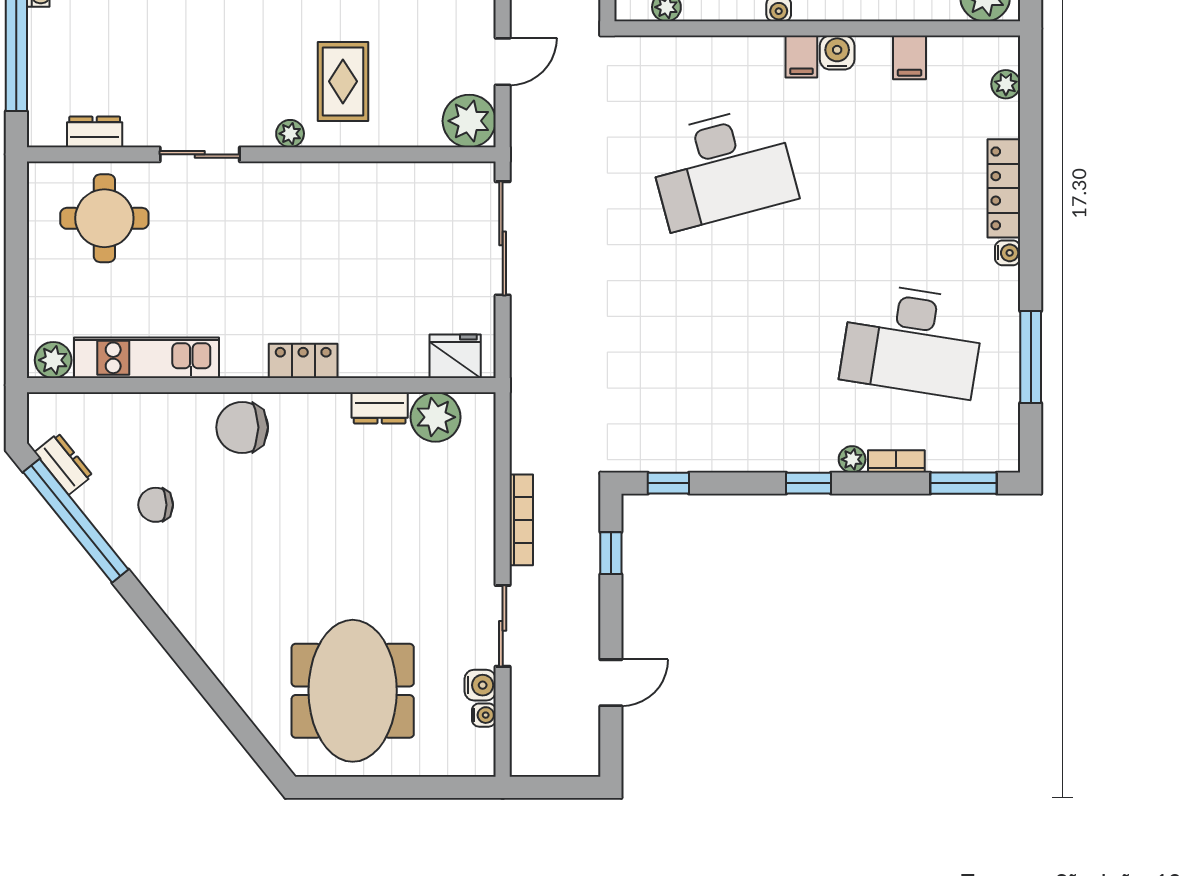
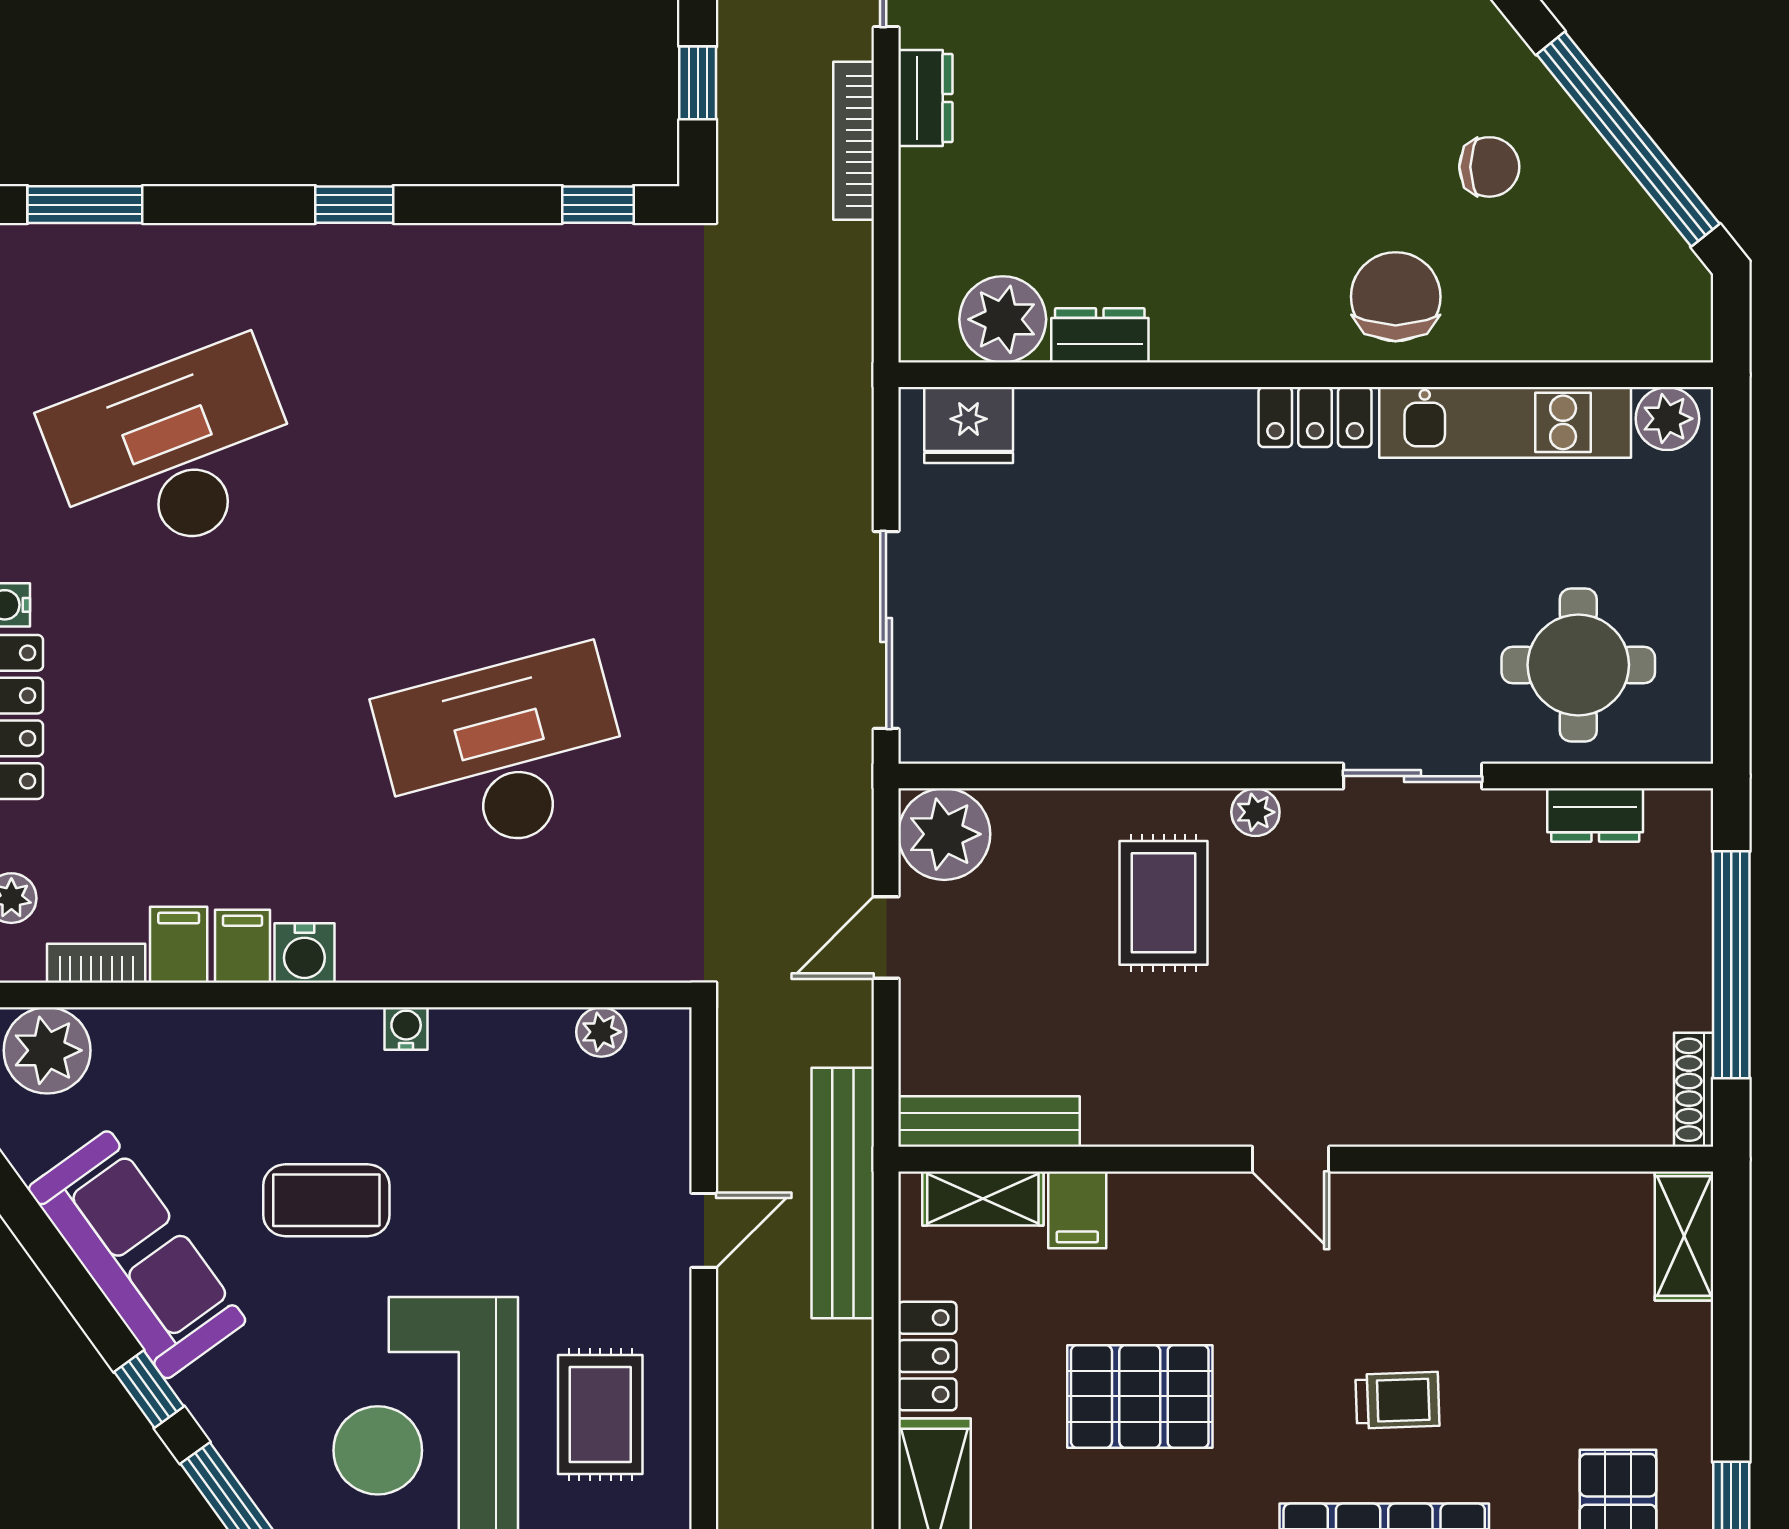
filing cabinet: (801, 56) -> (242, 946), moved
desk: (912, 340) -> (174, 453), turned -30
locker: (303, 361) -> (1315, 417), moved
chair: (242, 427) -> (1396, 297), moved, turned -90
plant: (852, 459) -> (279, 246), removed
bookcase: (896, 461) -> (96, 963), moved, turned 180
dresser: (64, 464) -> (925, 98), moved, turned -141

